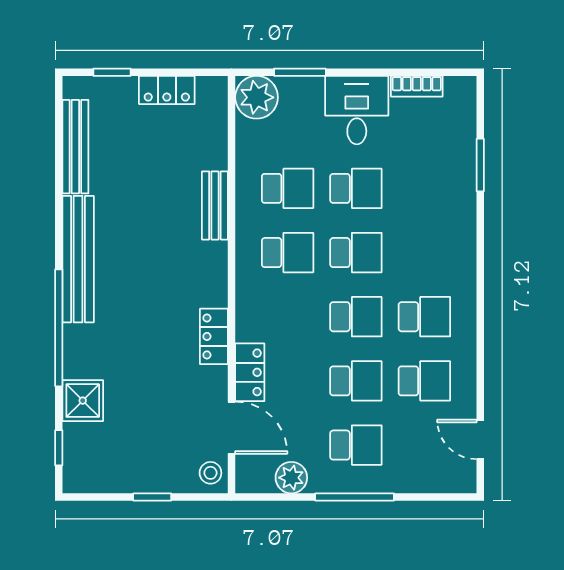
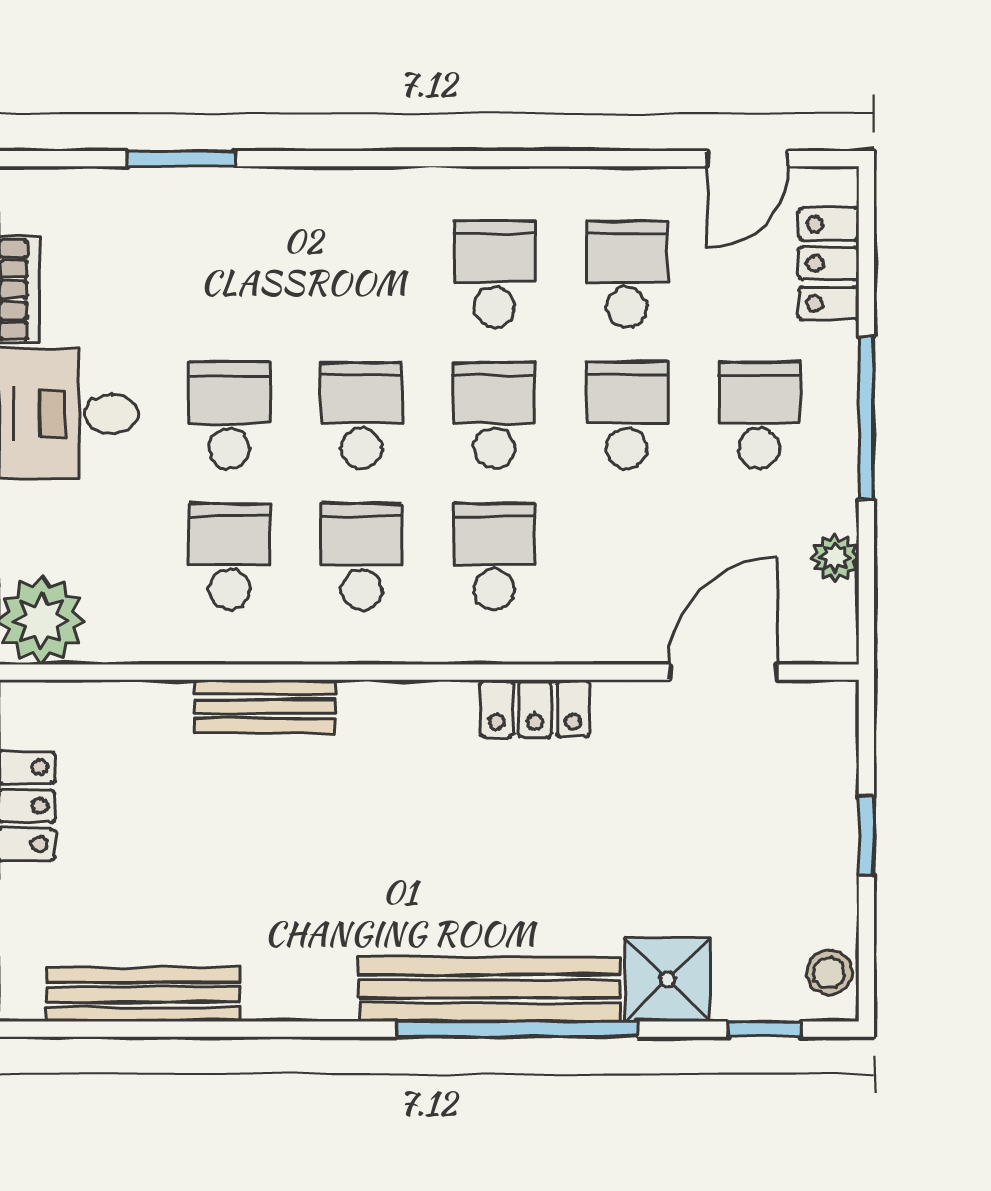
bench: (78, 259) -> (489, 989), moved
school desk: (288, 317) -> (494, 557), added
locker: (250, 372) -> (829, 264), moved, turned -90
stool: (210, 473) -> (829, 973), moved
plant: (291, 478) -> (835, 558), width x0.73, depth x0.73

